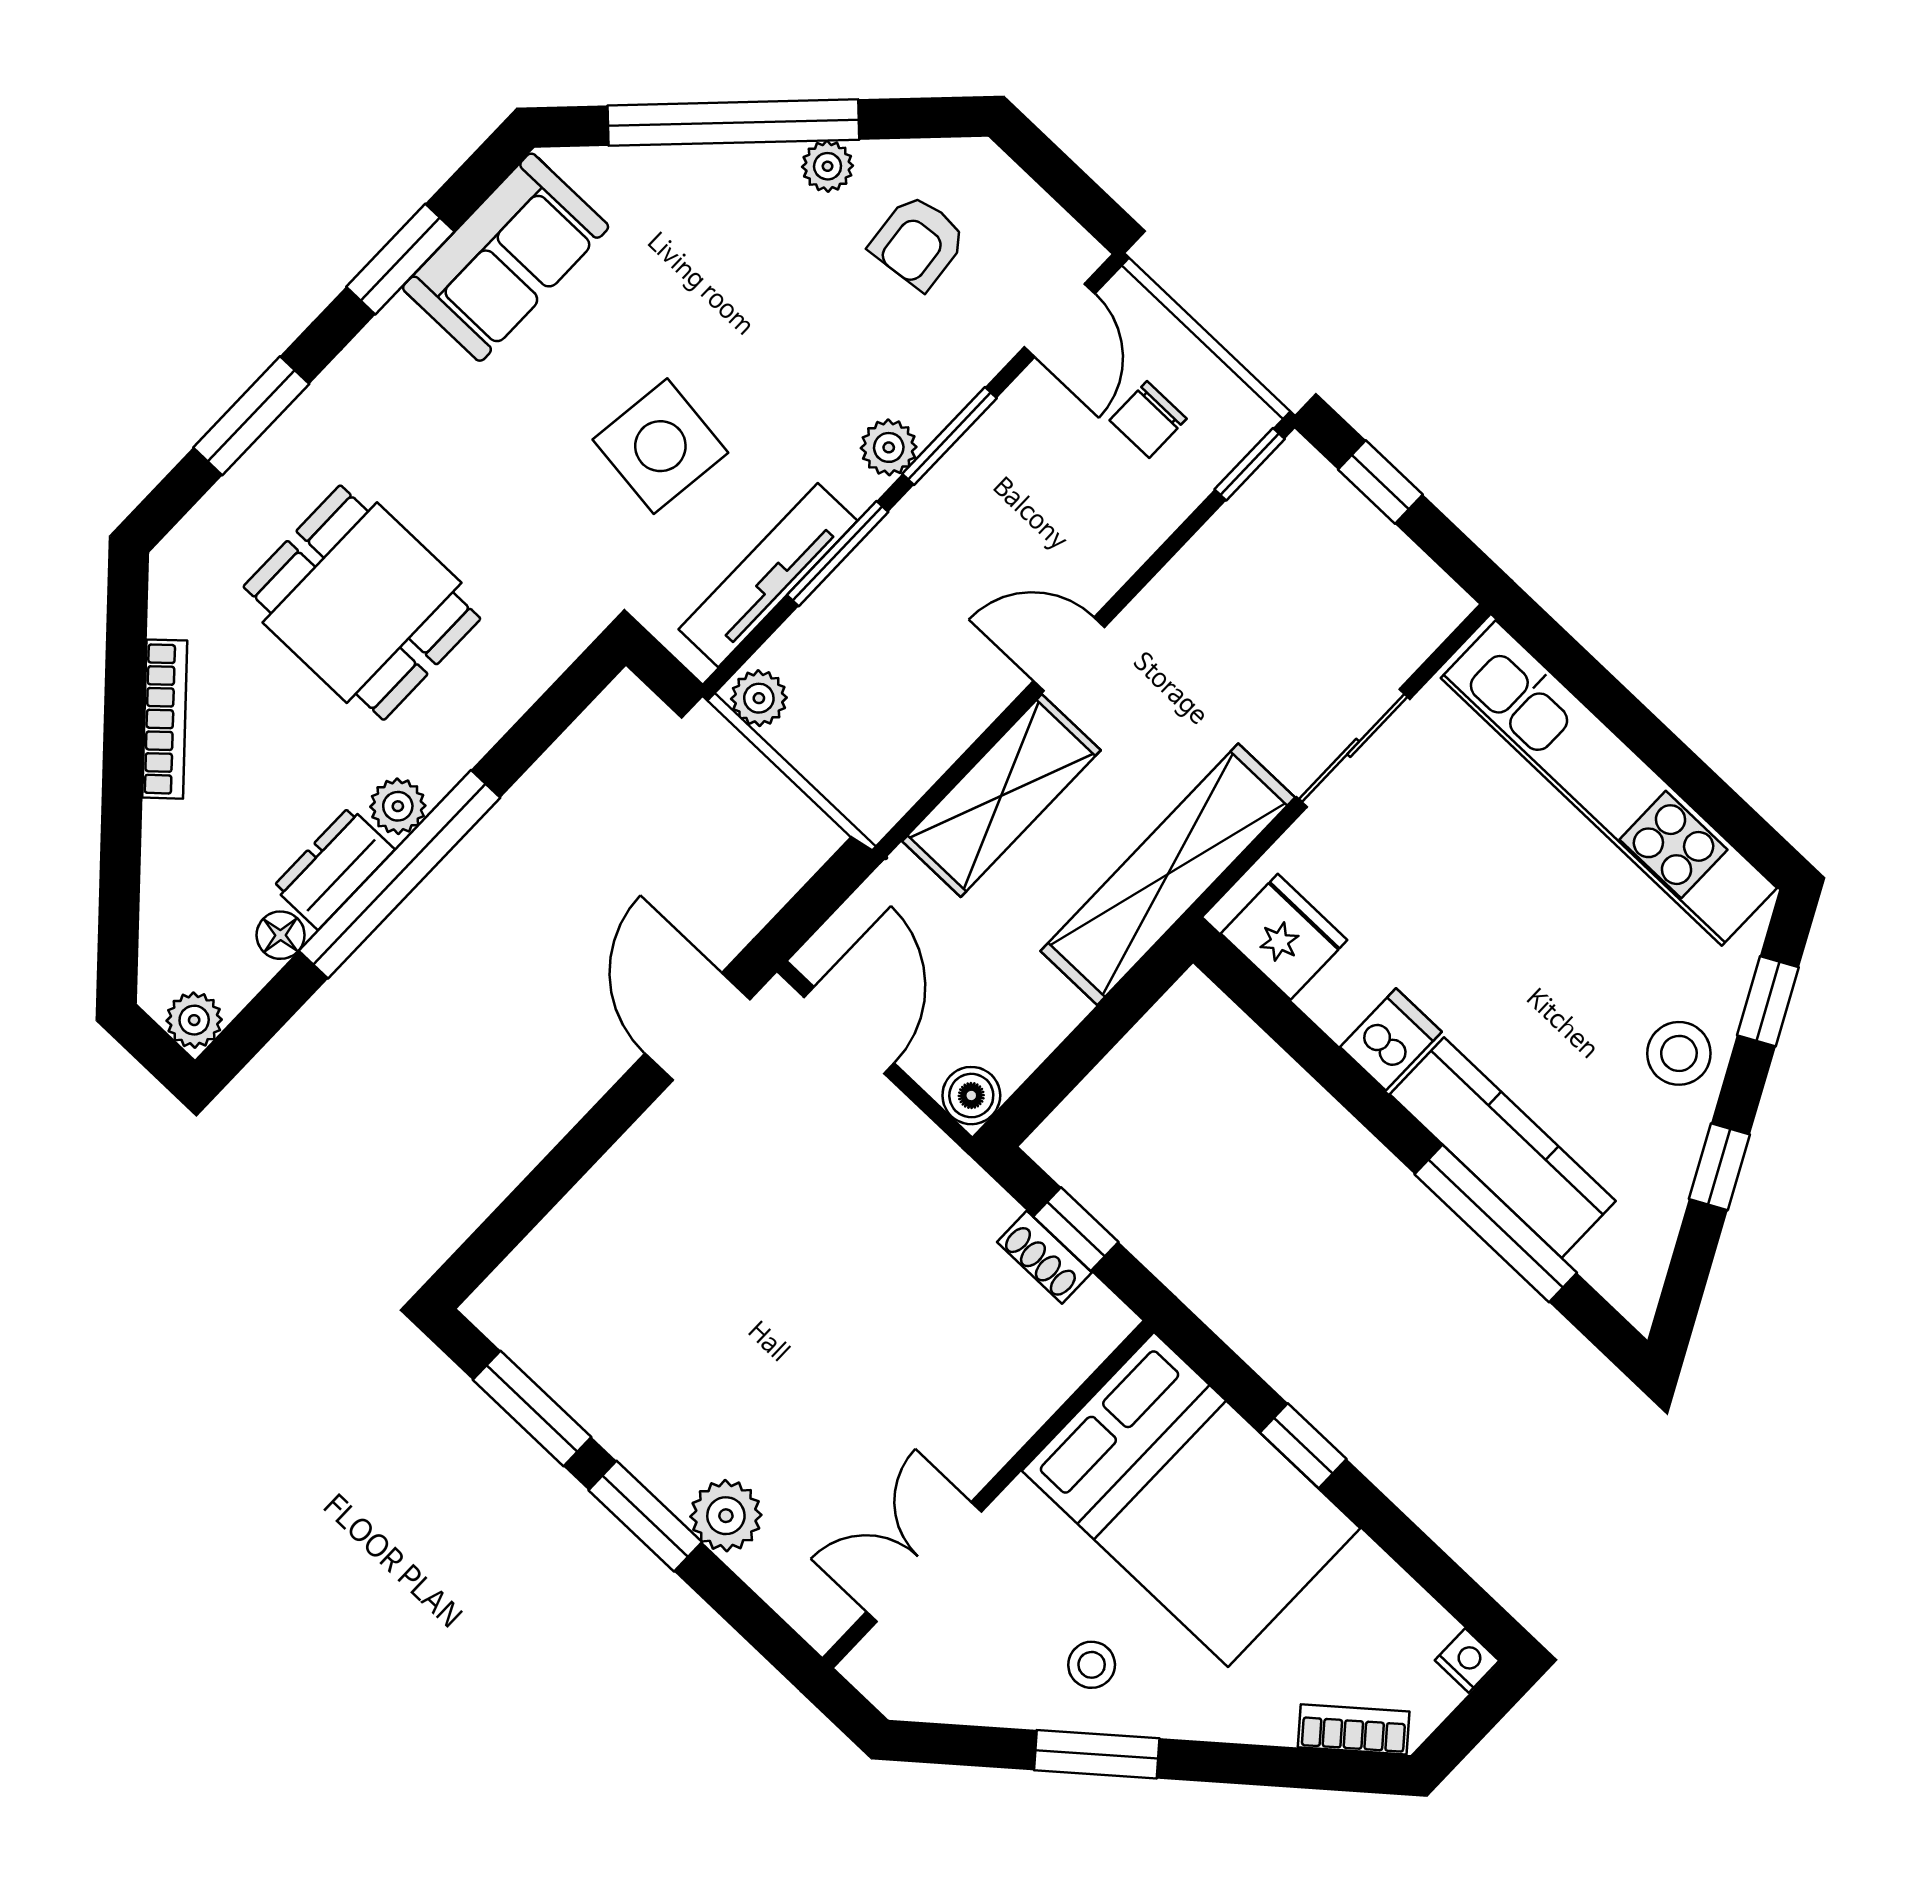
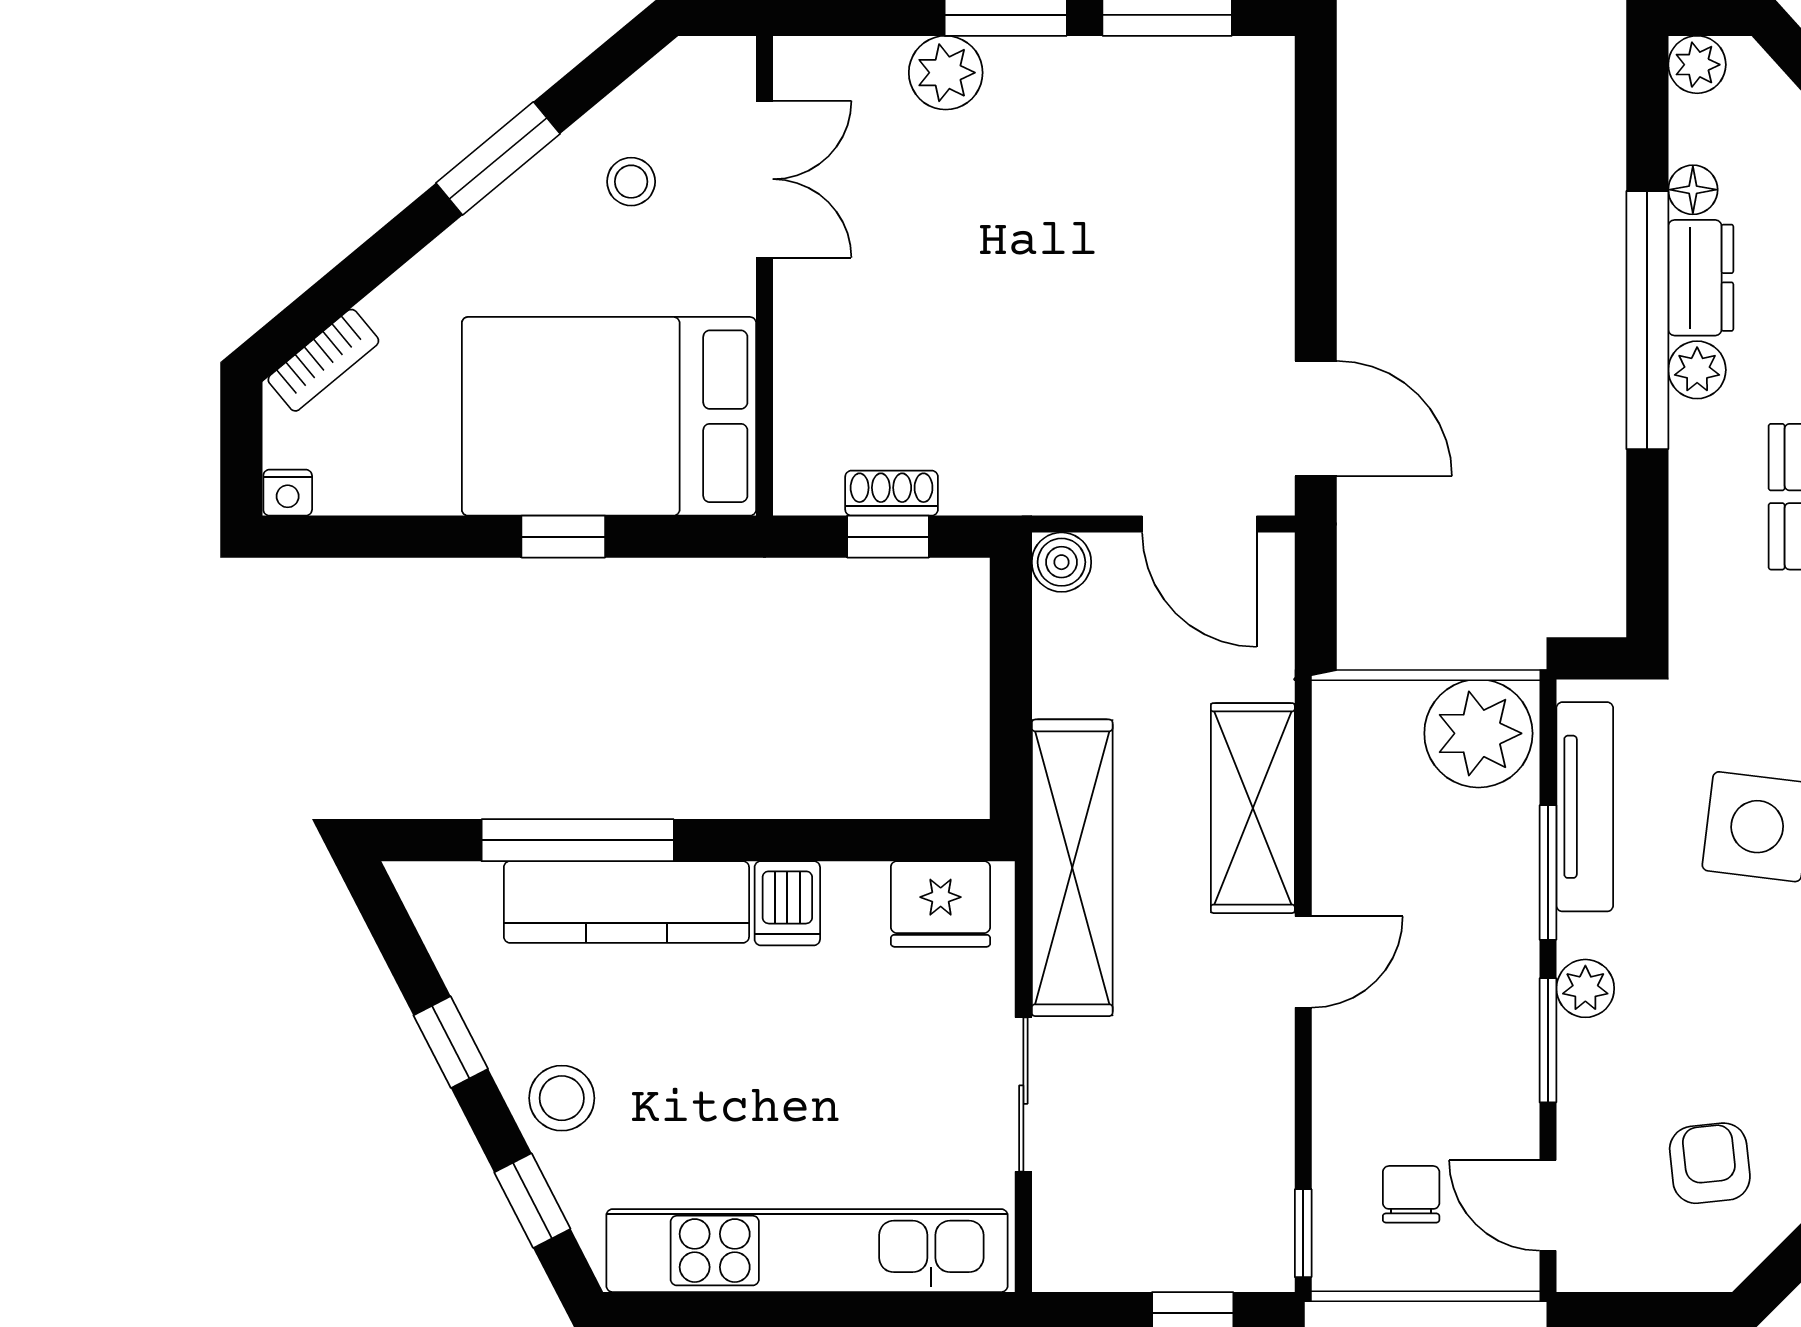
plant: (759, 698) -> (1478, 733), width x1.87, depth x1.87
stool: (1092, 1665) -> (631, 182), moved

